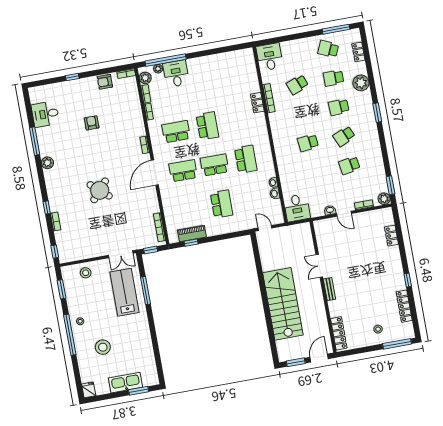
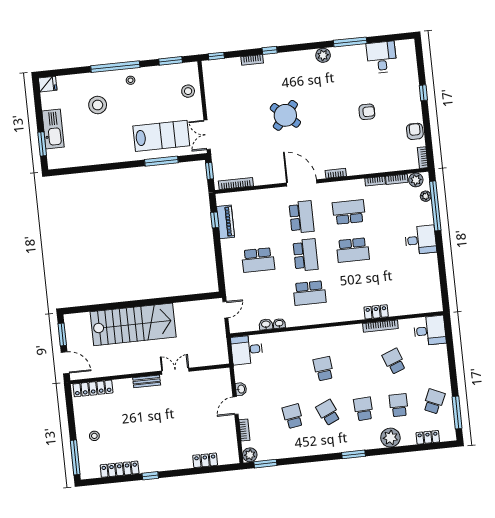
desk: (176, 74) -> (421, 240), moved
school desk: (176, 132) -> (349, 212), turned -90

